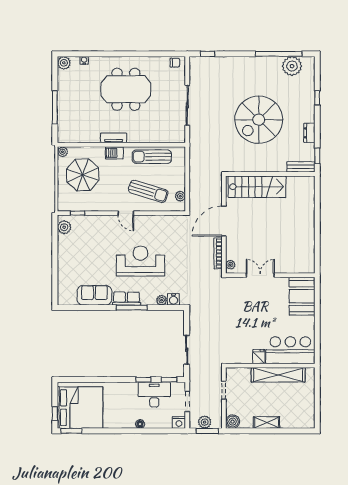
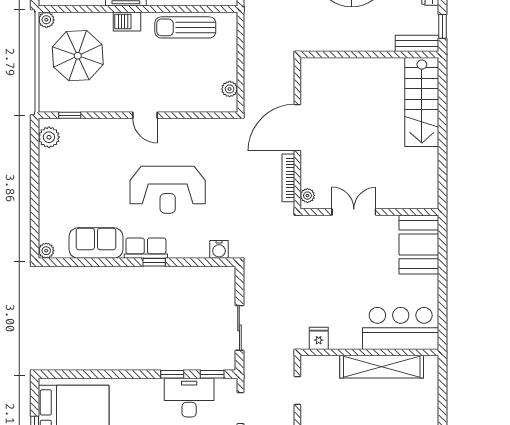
stairs: (257, 187) -> (422, 102), moved, turned 90
sun lounger: (148, 191) -> (180, 81), removed
reception desk: (140, 261) -> (168, 190), turned 180
plant: (162, 300) -> (46, 251), moved
window: (132, 308) -> (154, 262), width x0.46
fridge: (259, 357) -> (319, 338), moved

